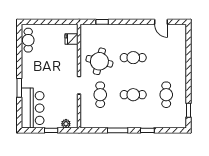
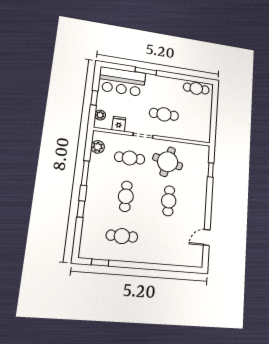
fridge: (72, 39) -> (119, 124), moved
cafe table: (57, 68) -> (164, 114), added
plant: (94, 123) -> (98, 147), added

